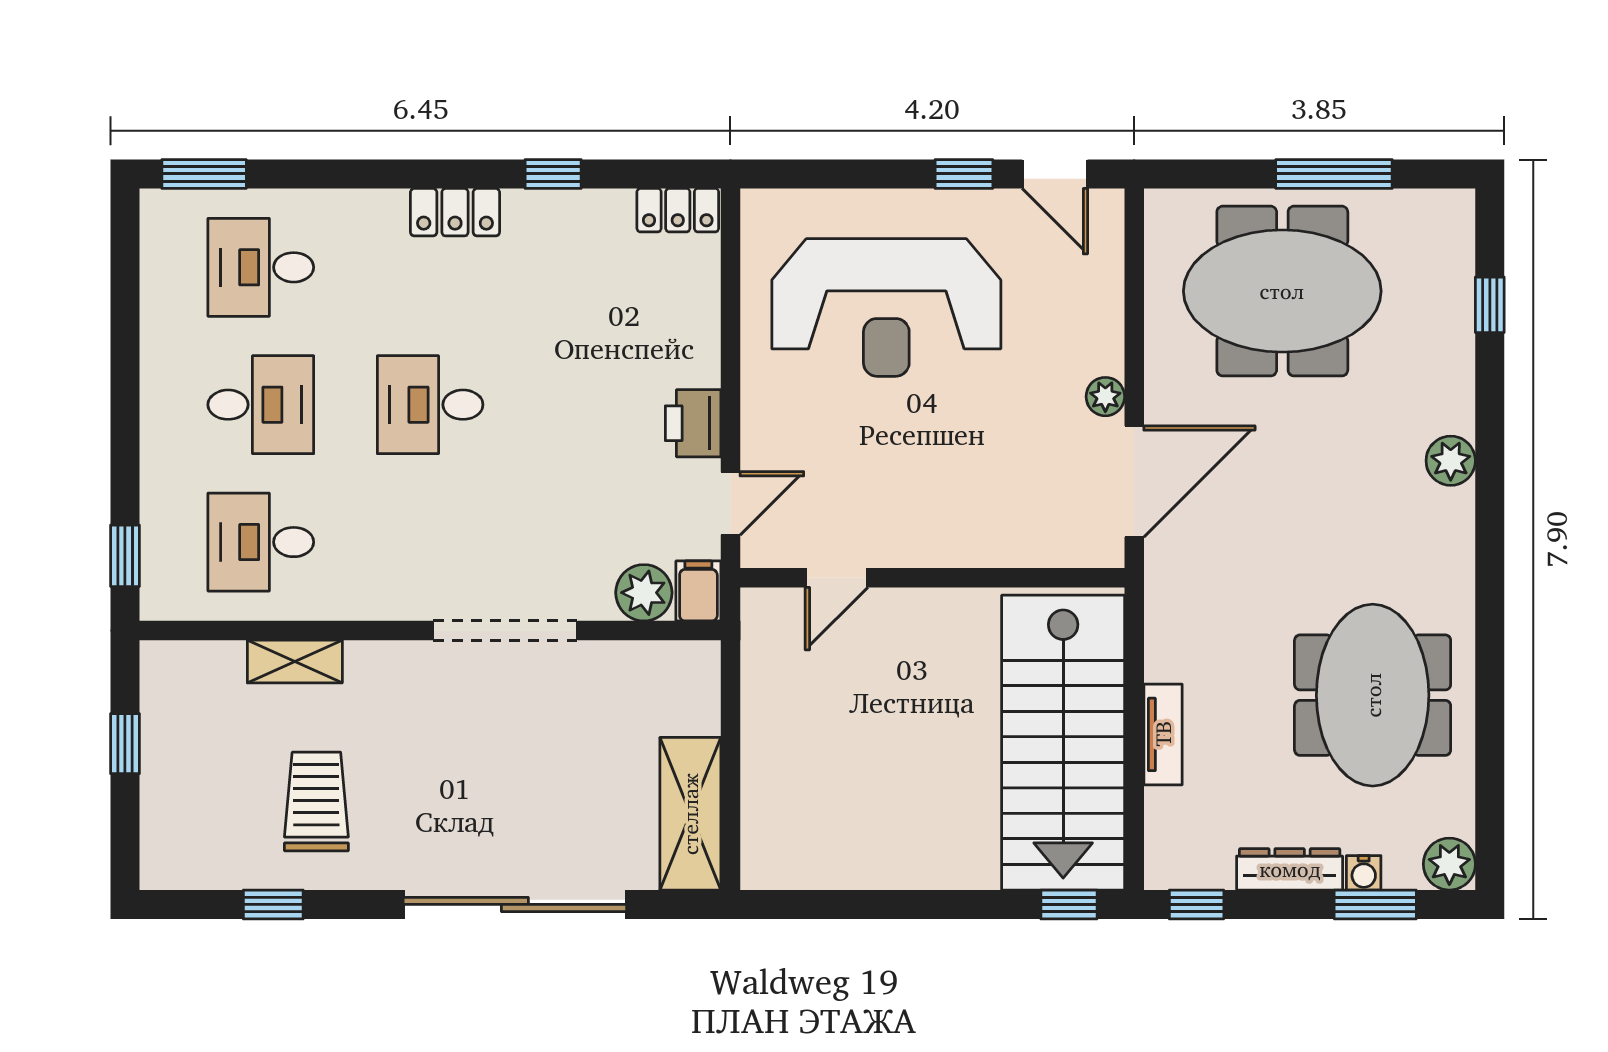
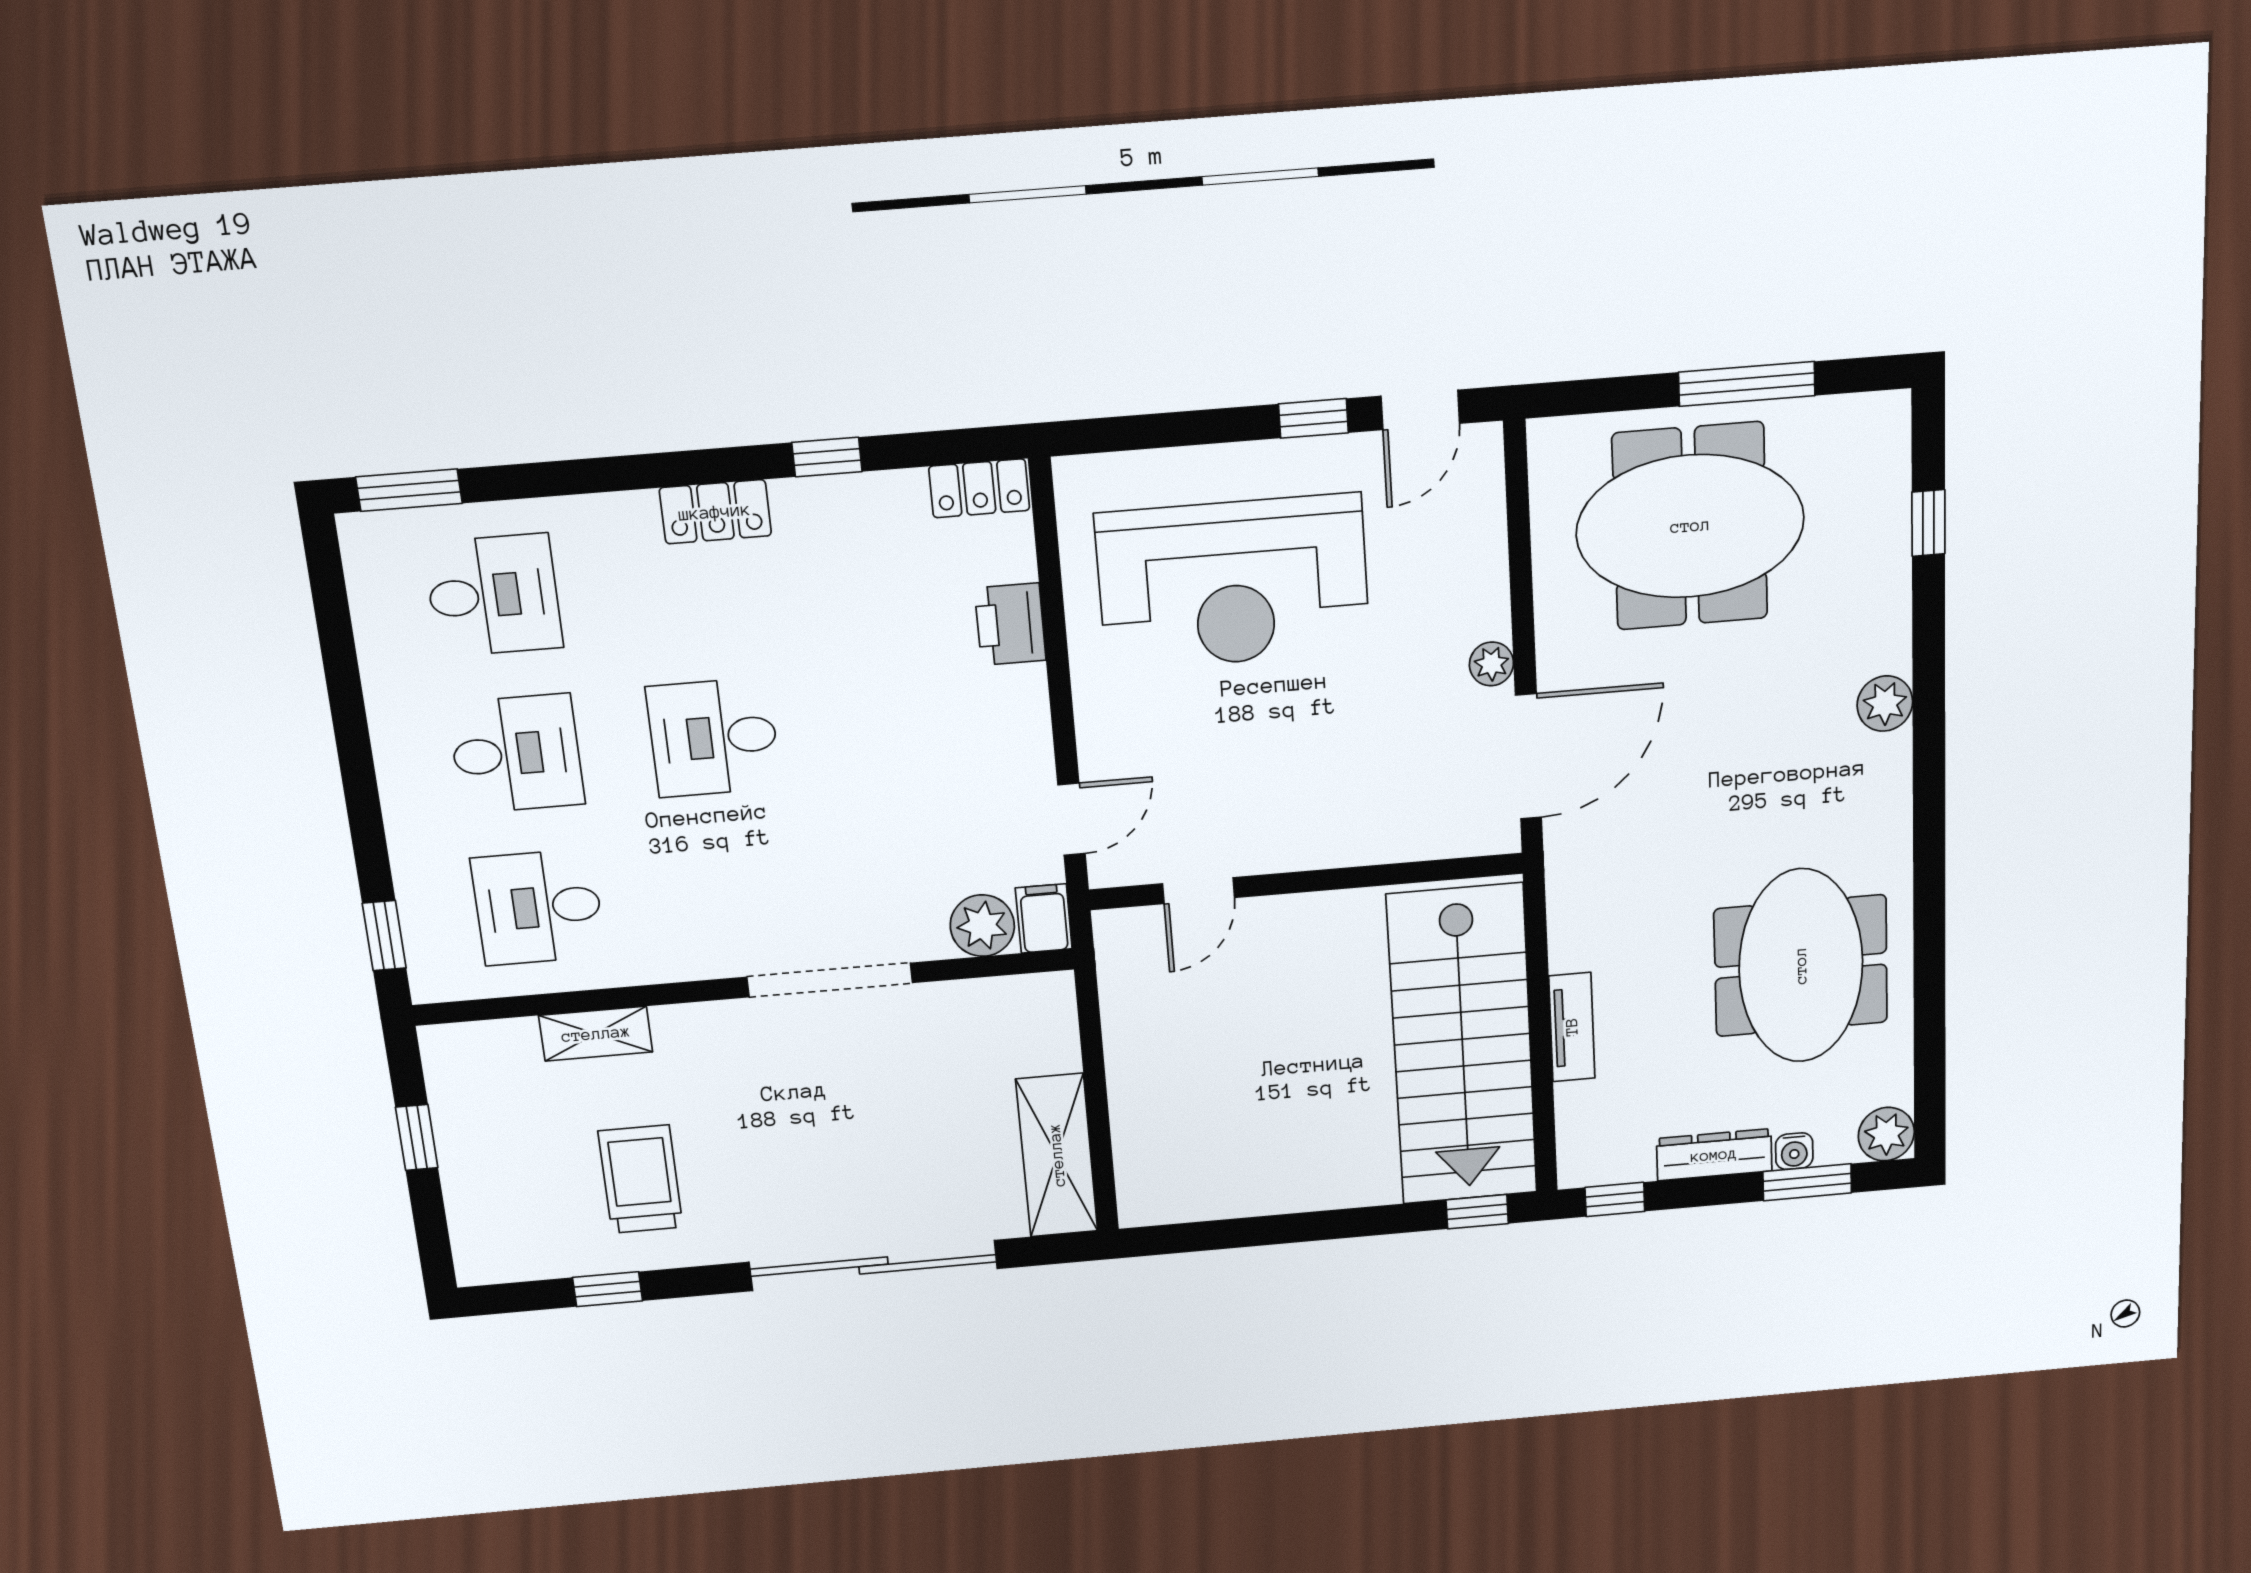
door: (1055, 174) -> (1420, 410), hinge flipped
desk: (261, 267) -> (493, 595), turned 180
printer: (693, 423) -> (1010, 624), moved

